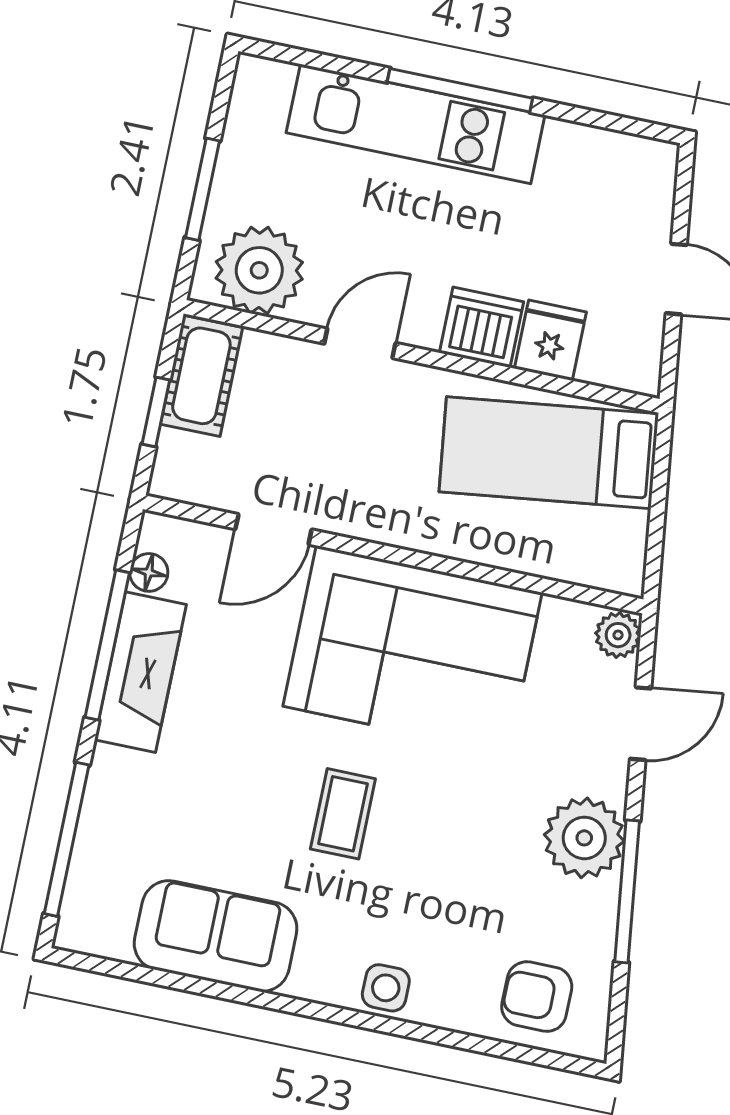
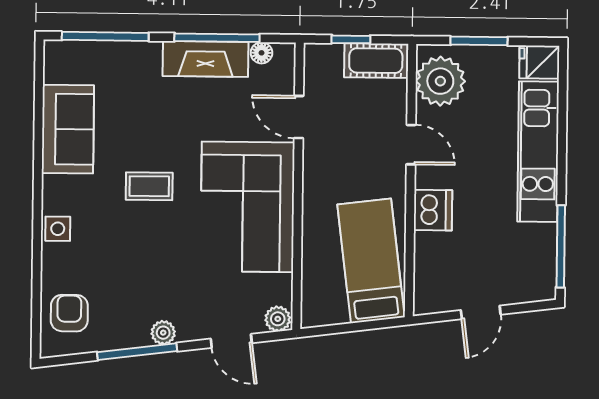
window: (460, 90) -> (561, 246), moved
fridge: (550, 340) -> (539, 62), moved, turned 180
plant: (584, 838) -> (163, 333), width x0.53, depth x0.53

